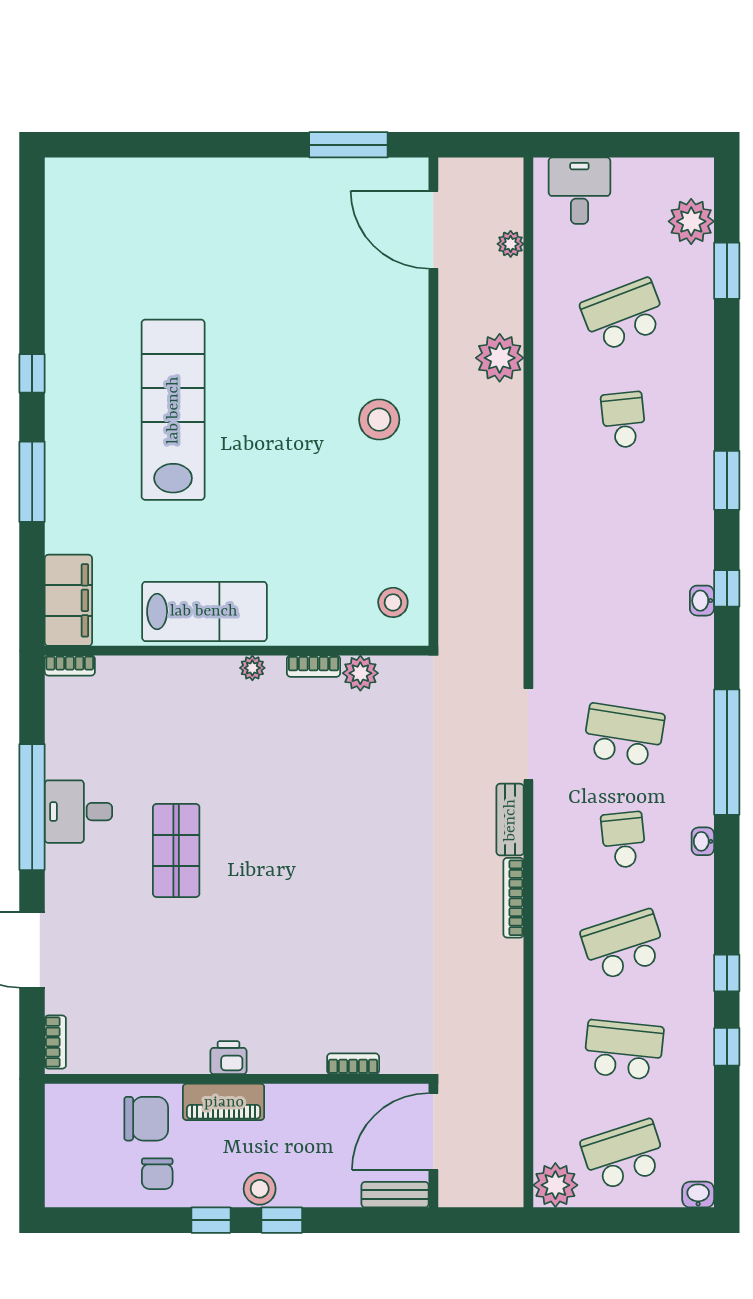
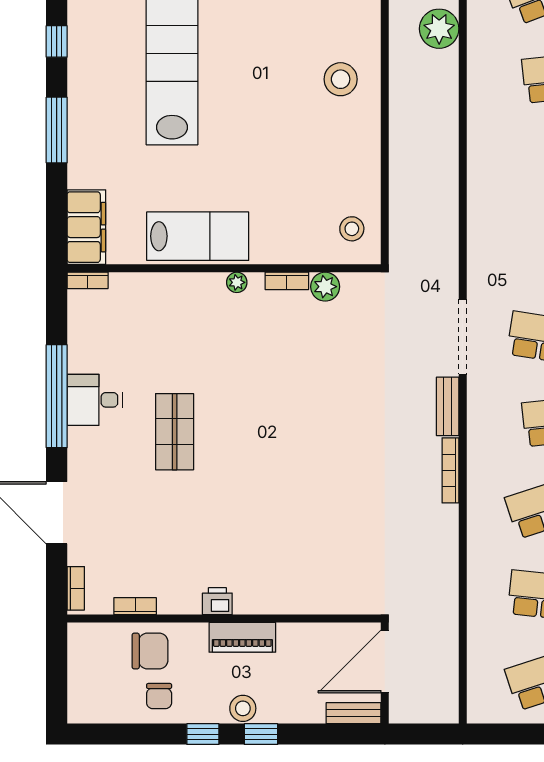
bookcase: (353, 1064) -> (135, 606), moved
piano: (224, 1102) -> (242, 637), moved
plant: (555, 1185) -> (485, 705), removed

